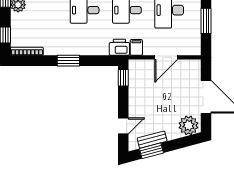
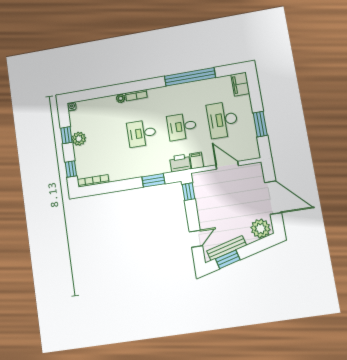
door: (166, 57) -> (227, 165), swing flipped
window: (68, 61) -> (153, 180), moved
bench: (152, 140) -> (227, 248), width x1.36

